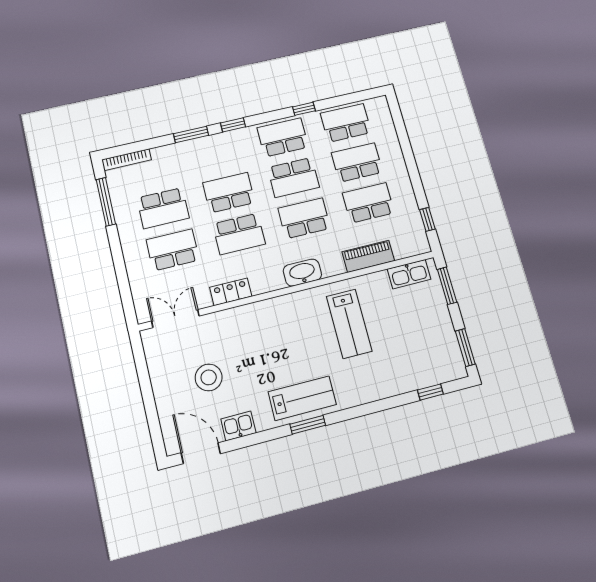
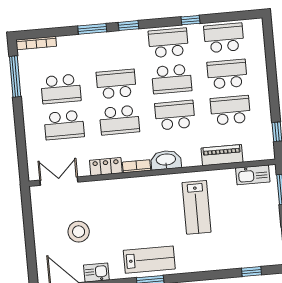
school desk: (173, 250) -> (64, 125), turned 180
bookcase: (268, 286) -> (137, 166), added

